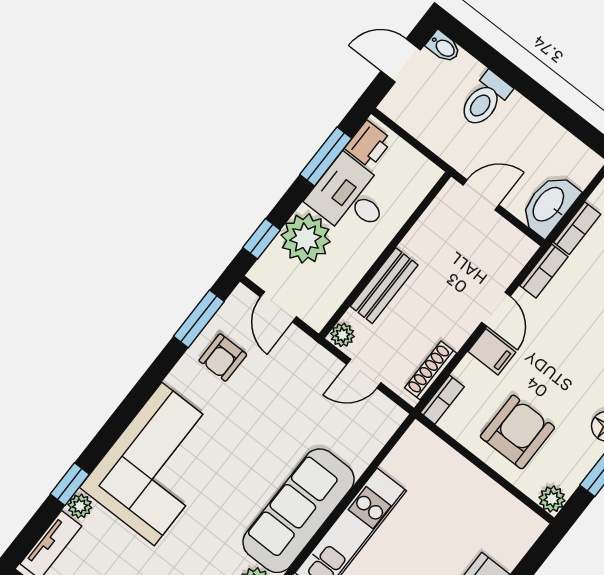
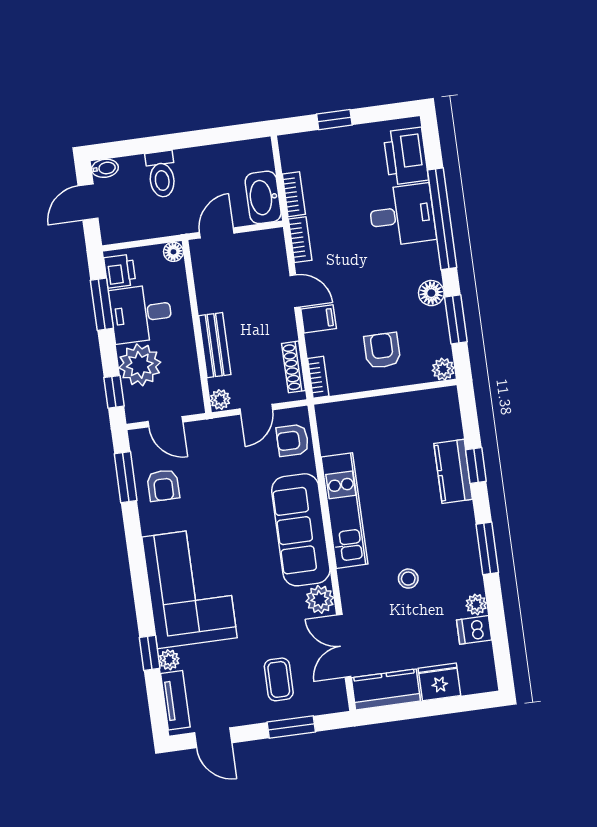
floor lamp: (429, 174) -> (173, 252), added
armchair: (367, 430) -> (292, 440), added
armchair: (517, 432) -> (382, 351), width x0.72, depth x0.72

